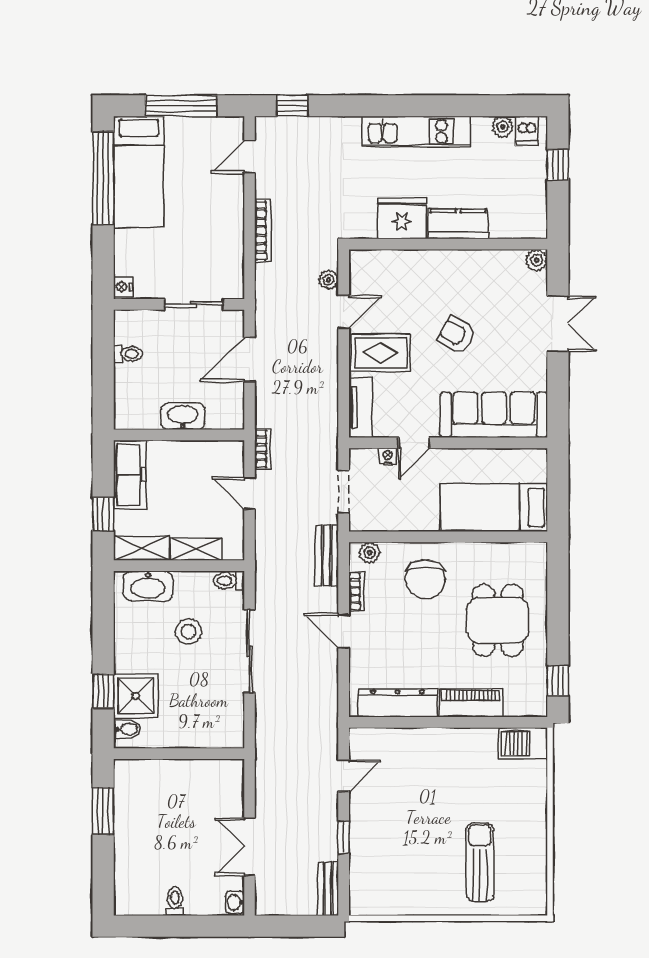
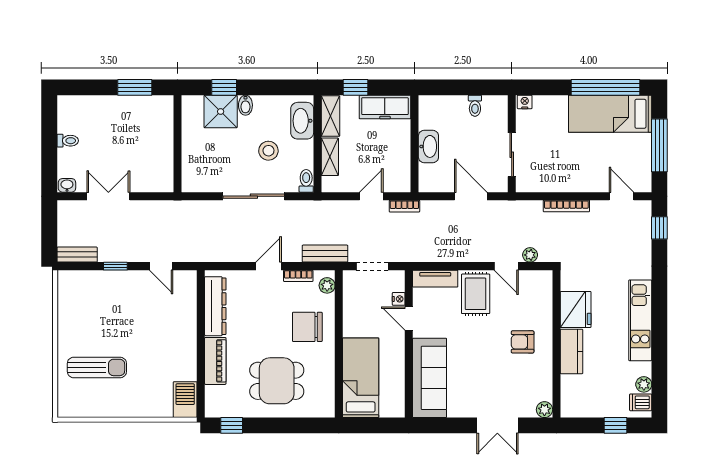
armchair: (456, 335) -> (523, 342), moved, turned -119
bidet: (127, 729) -> (245, 105), moved

